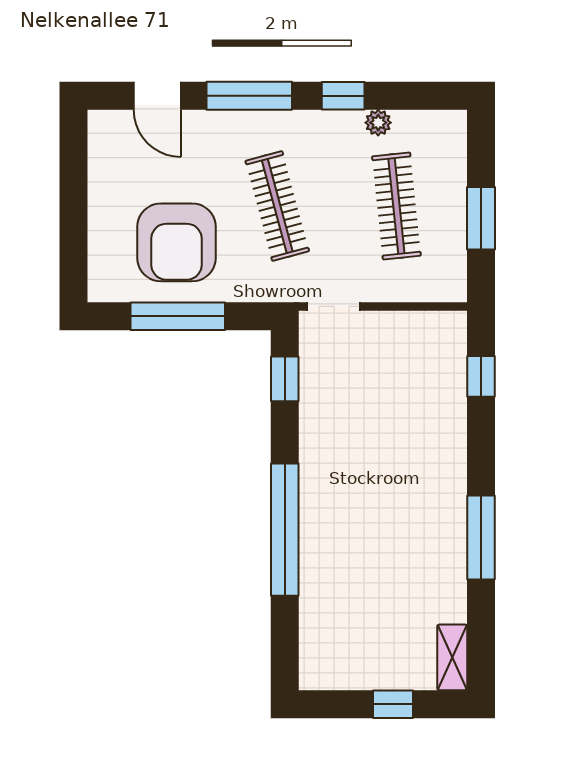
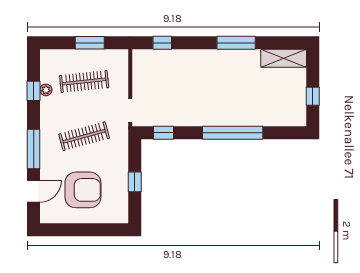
window: (343, 96) -> (34, 91), moved
armchair: (176, 242) -> (83, 190), moved
window: (178, 316) -> (135, 182), width x0.46
shelving: (452, 657) -> (284, 58), width x1.50, depth x1.33
window: (393, 704) -> (313, 96), moved

